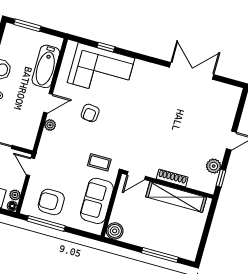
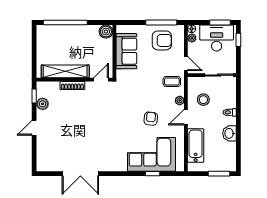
stool: (22, 118) -> (203, 100), added
coffee table: (99, 162) -> (172, 81), moved
window: (160, 255) -> (65, 23), width x1.46

